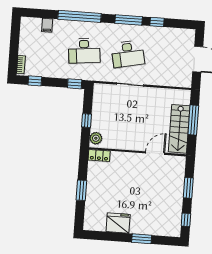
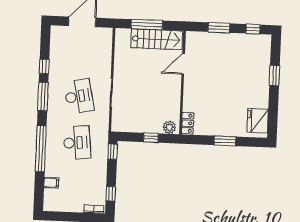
door: (155, 153) -> (183, 64), hinge flipped
fridge: (118, 223) -> (258, 121), moved

